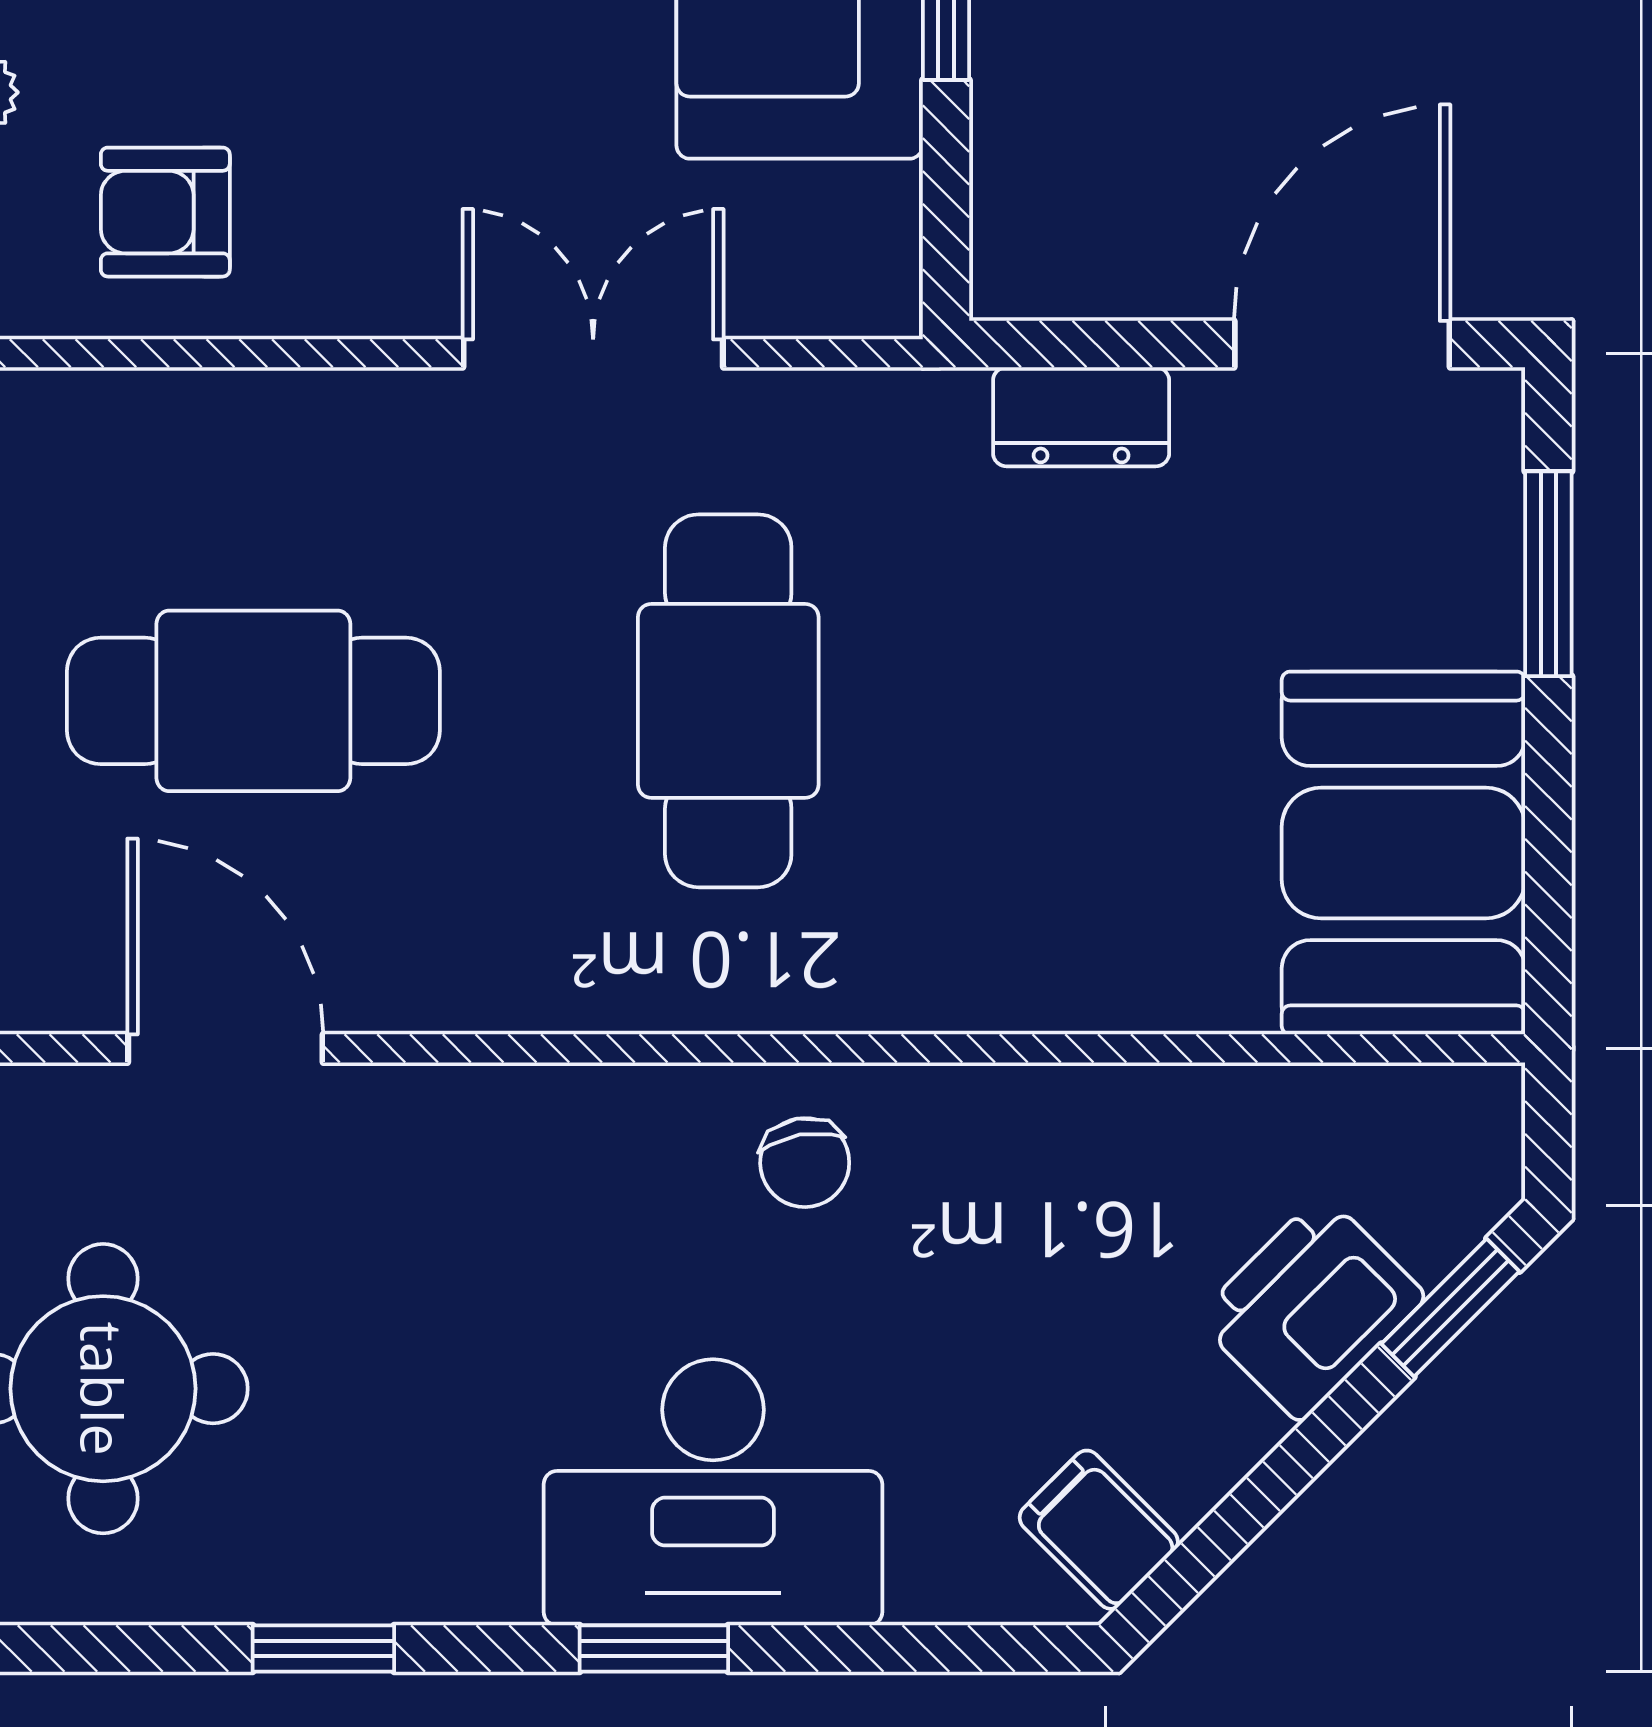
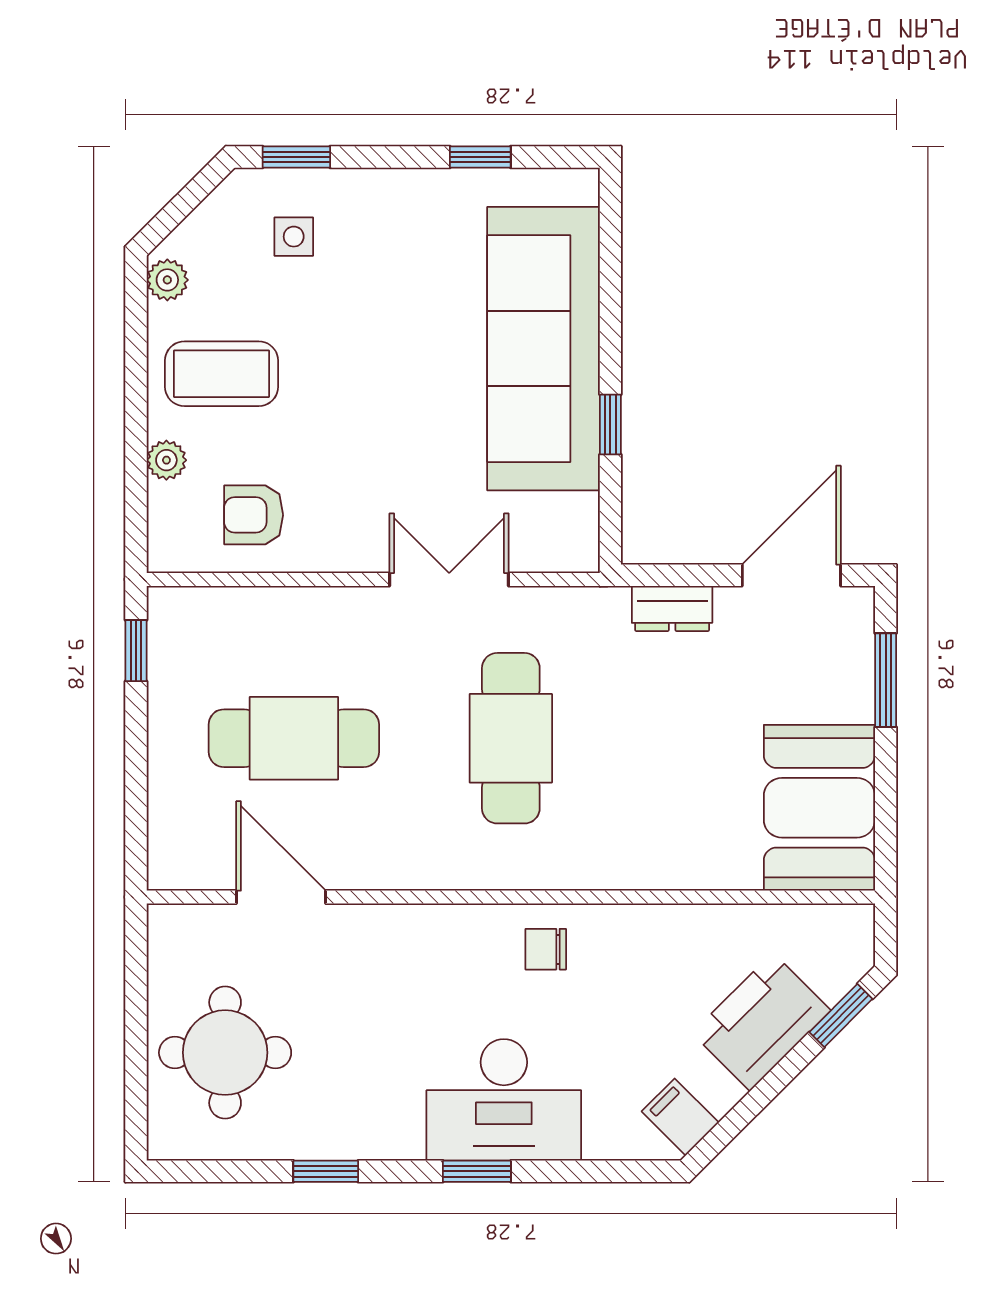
chair: (805, 1163) -> (546, 949), turned 100
printer: (1311, 1308) -> (761, 1022), width x1.37, depth x1.19

